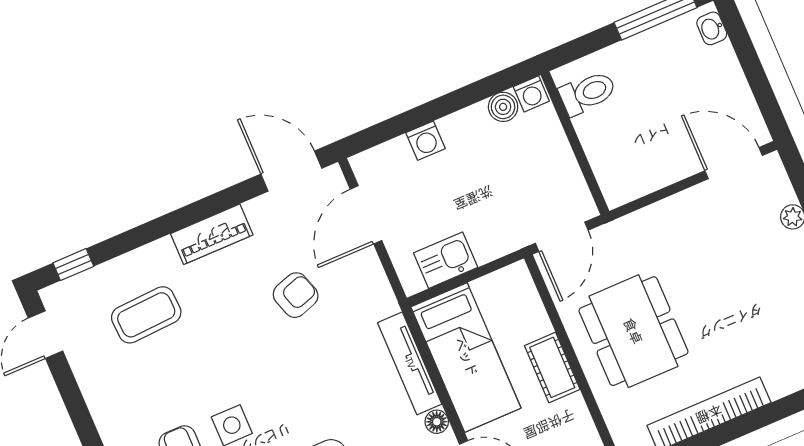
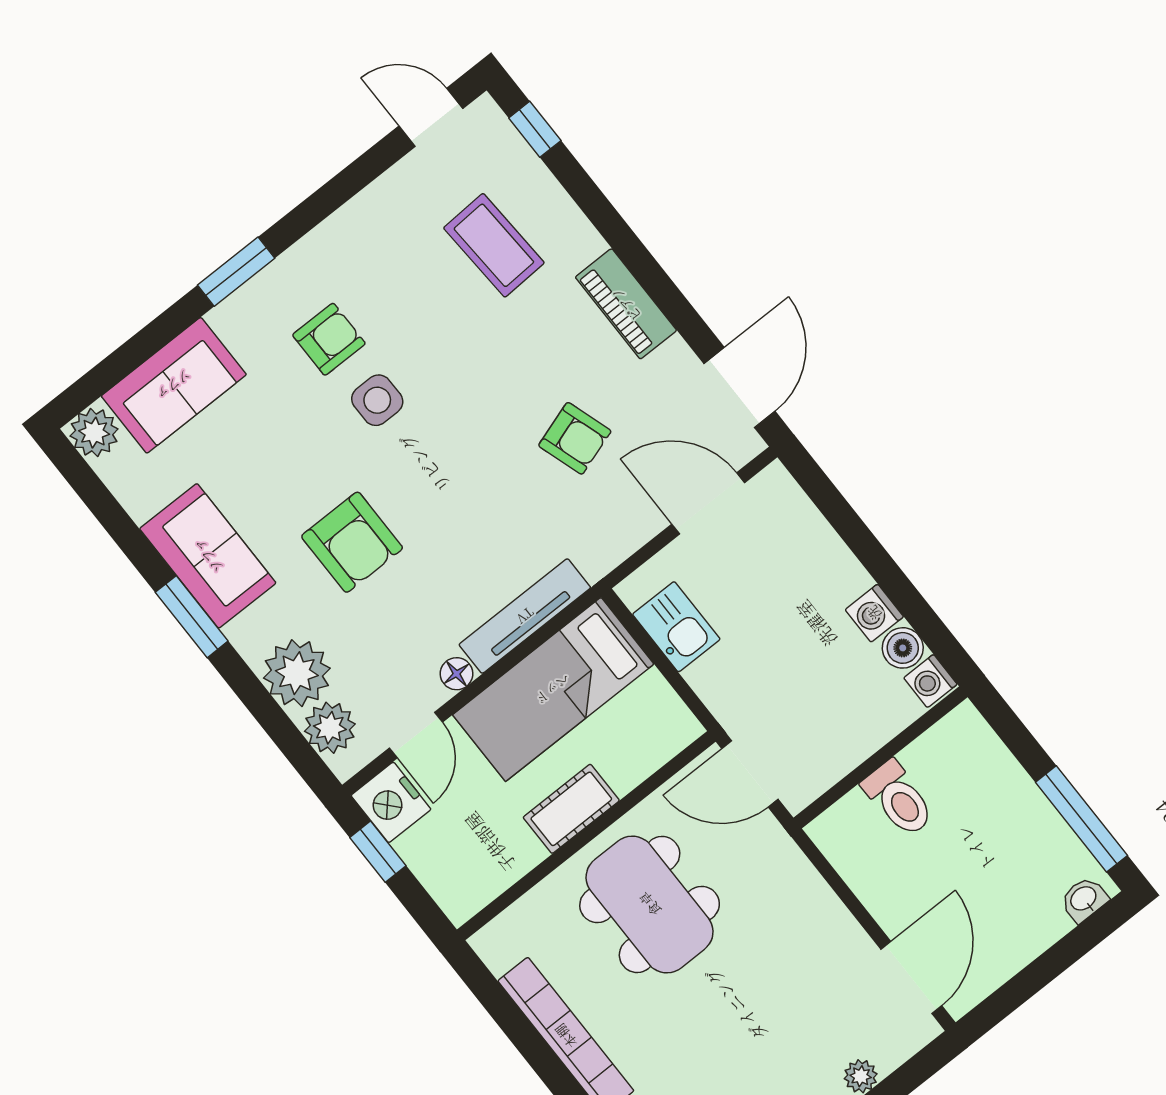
toilet: (588, 93) -> (899, 799), moved
washing machine: (426, 141) -> (874, 613), moved
dining table: (633, 331) -> (650, 904), turned 90

